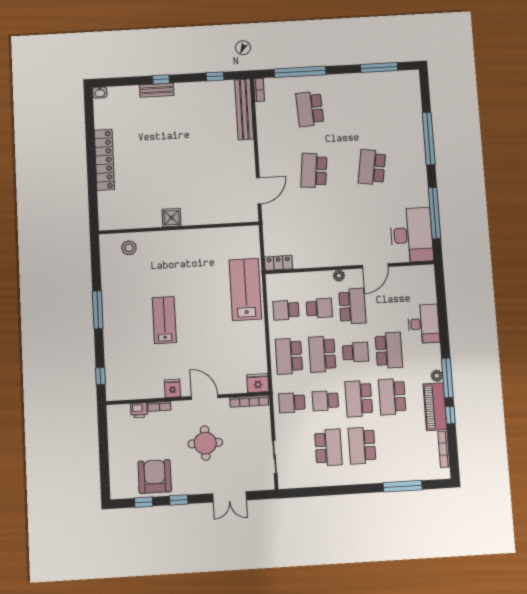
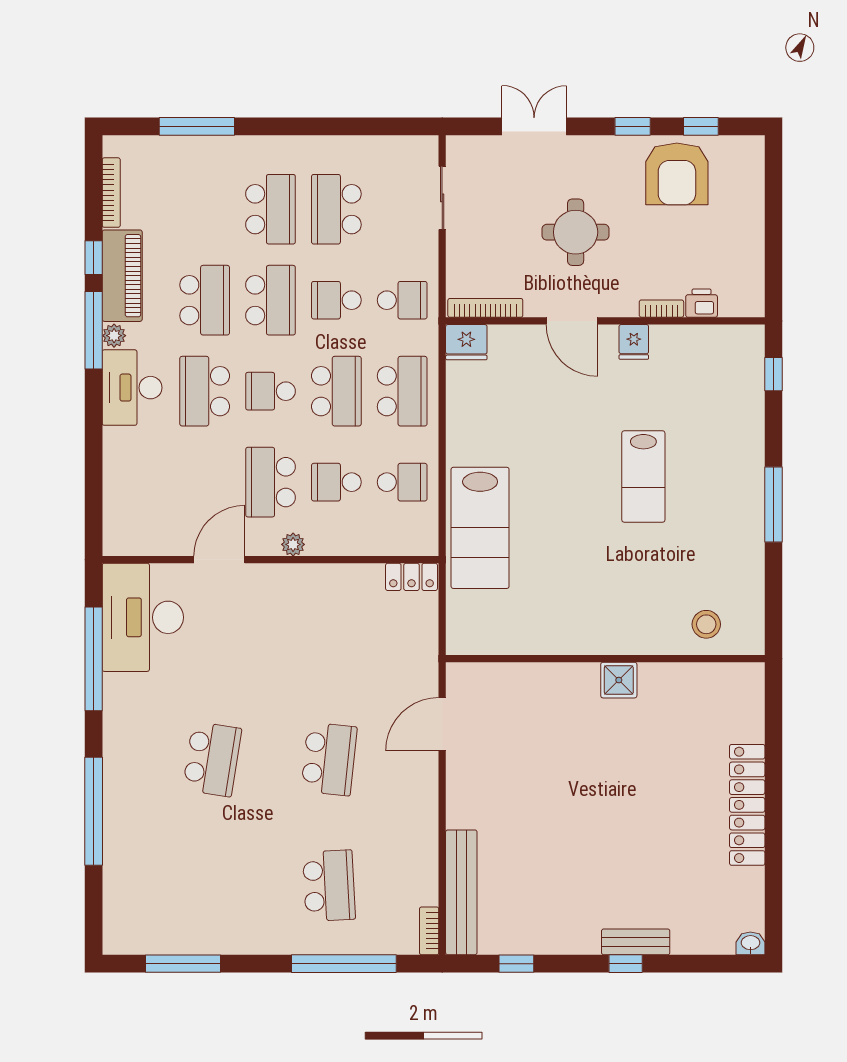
desk: (424, 324) -> (132, 388), moved
school desk: (325, 401) -> (336, 300), turned 180

